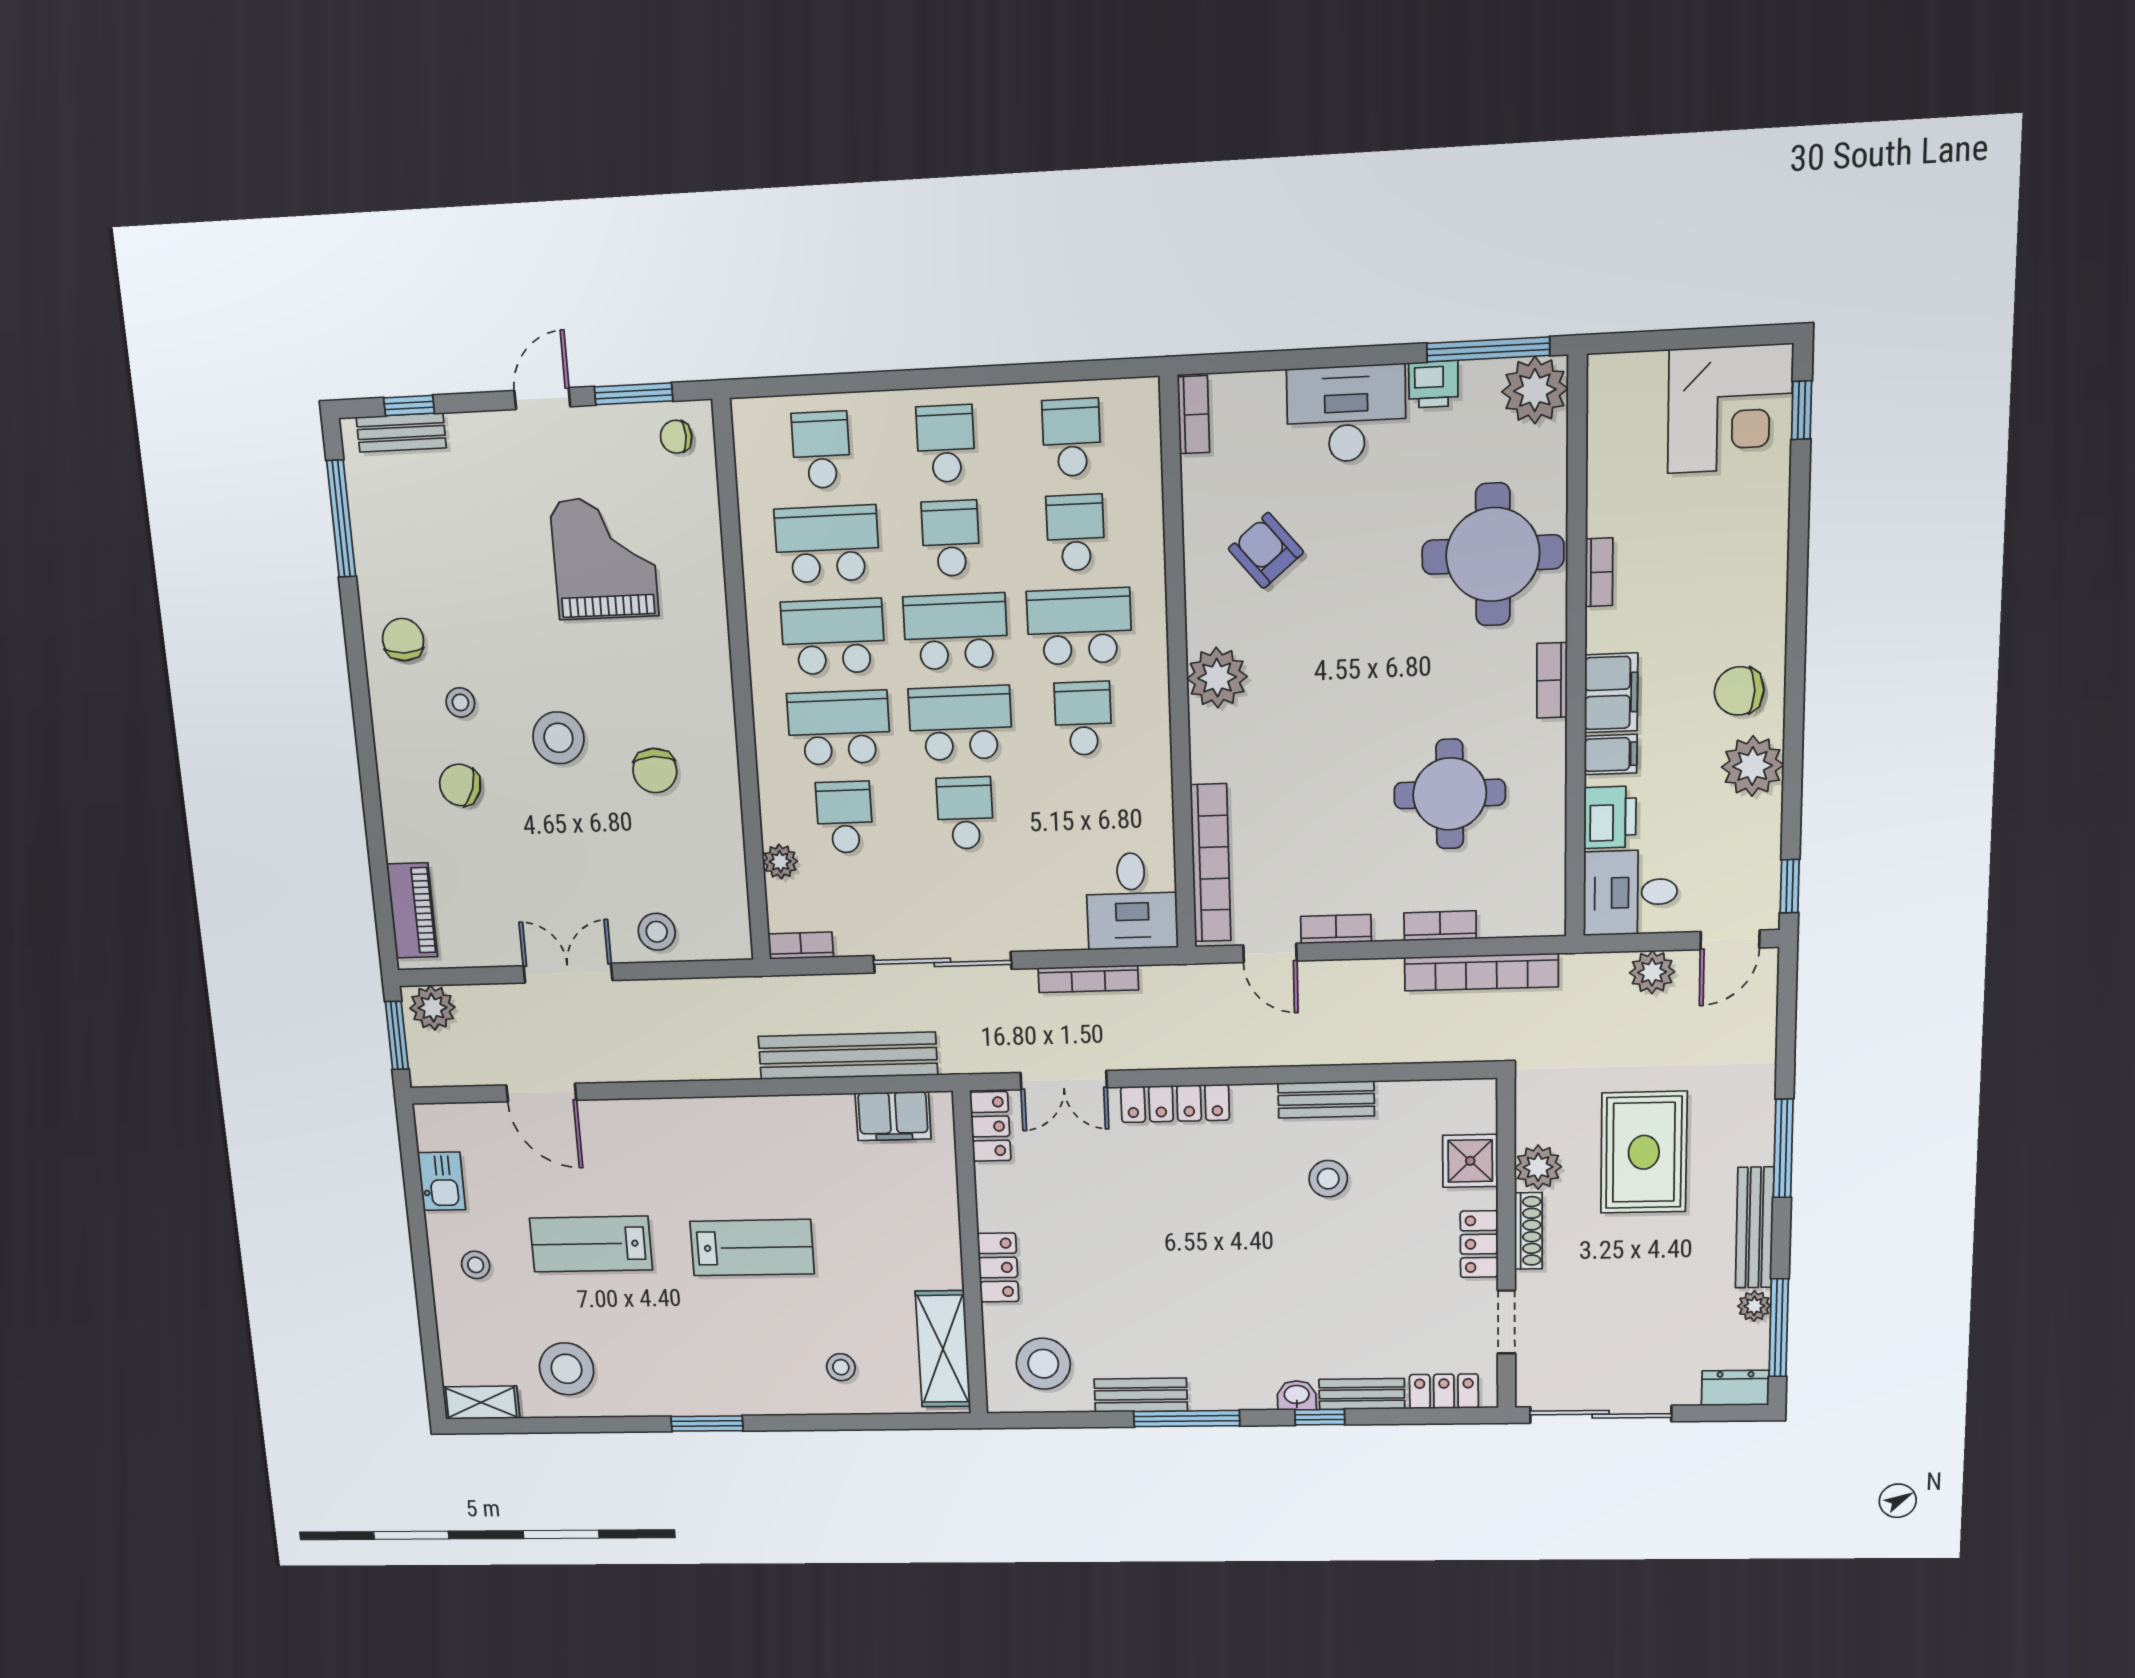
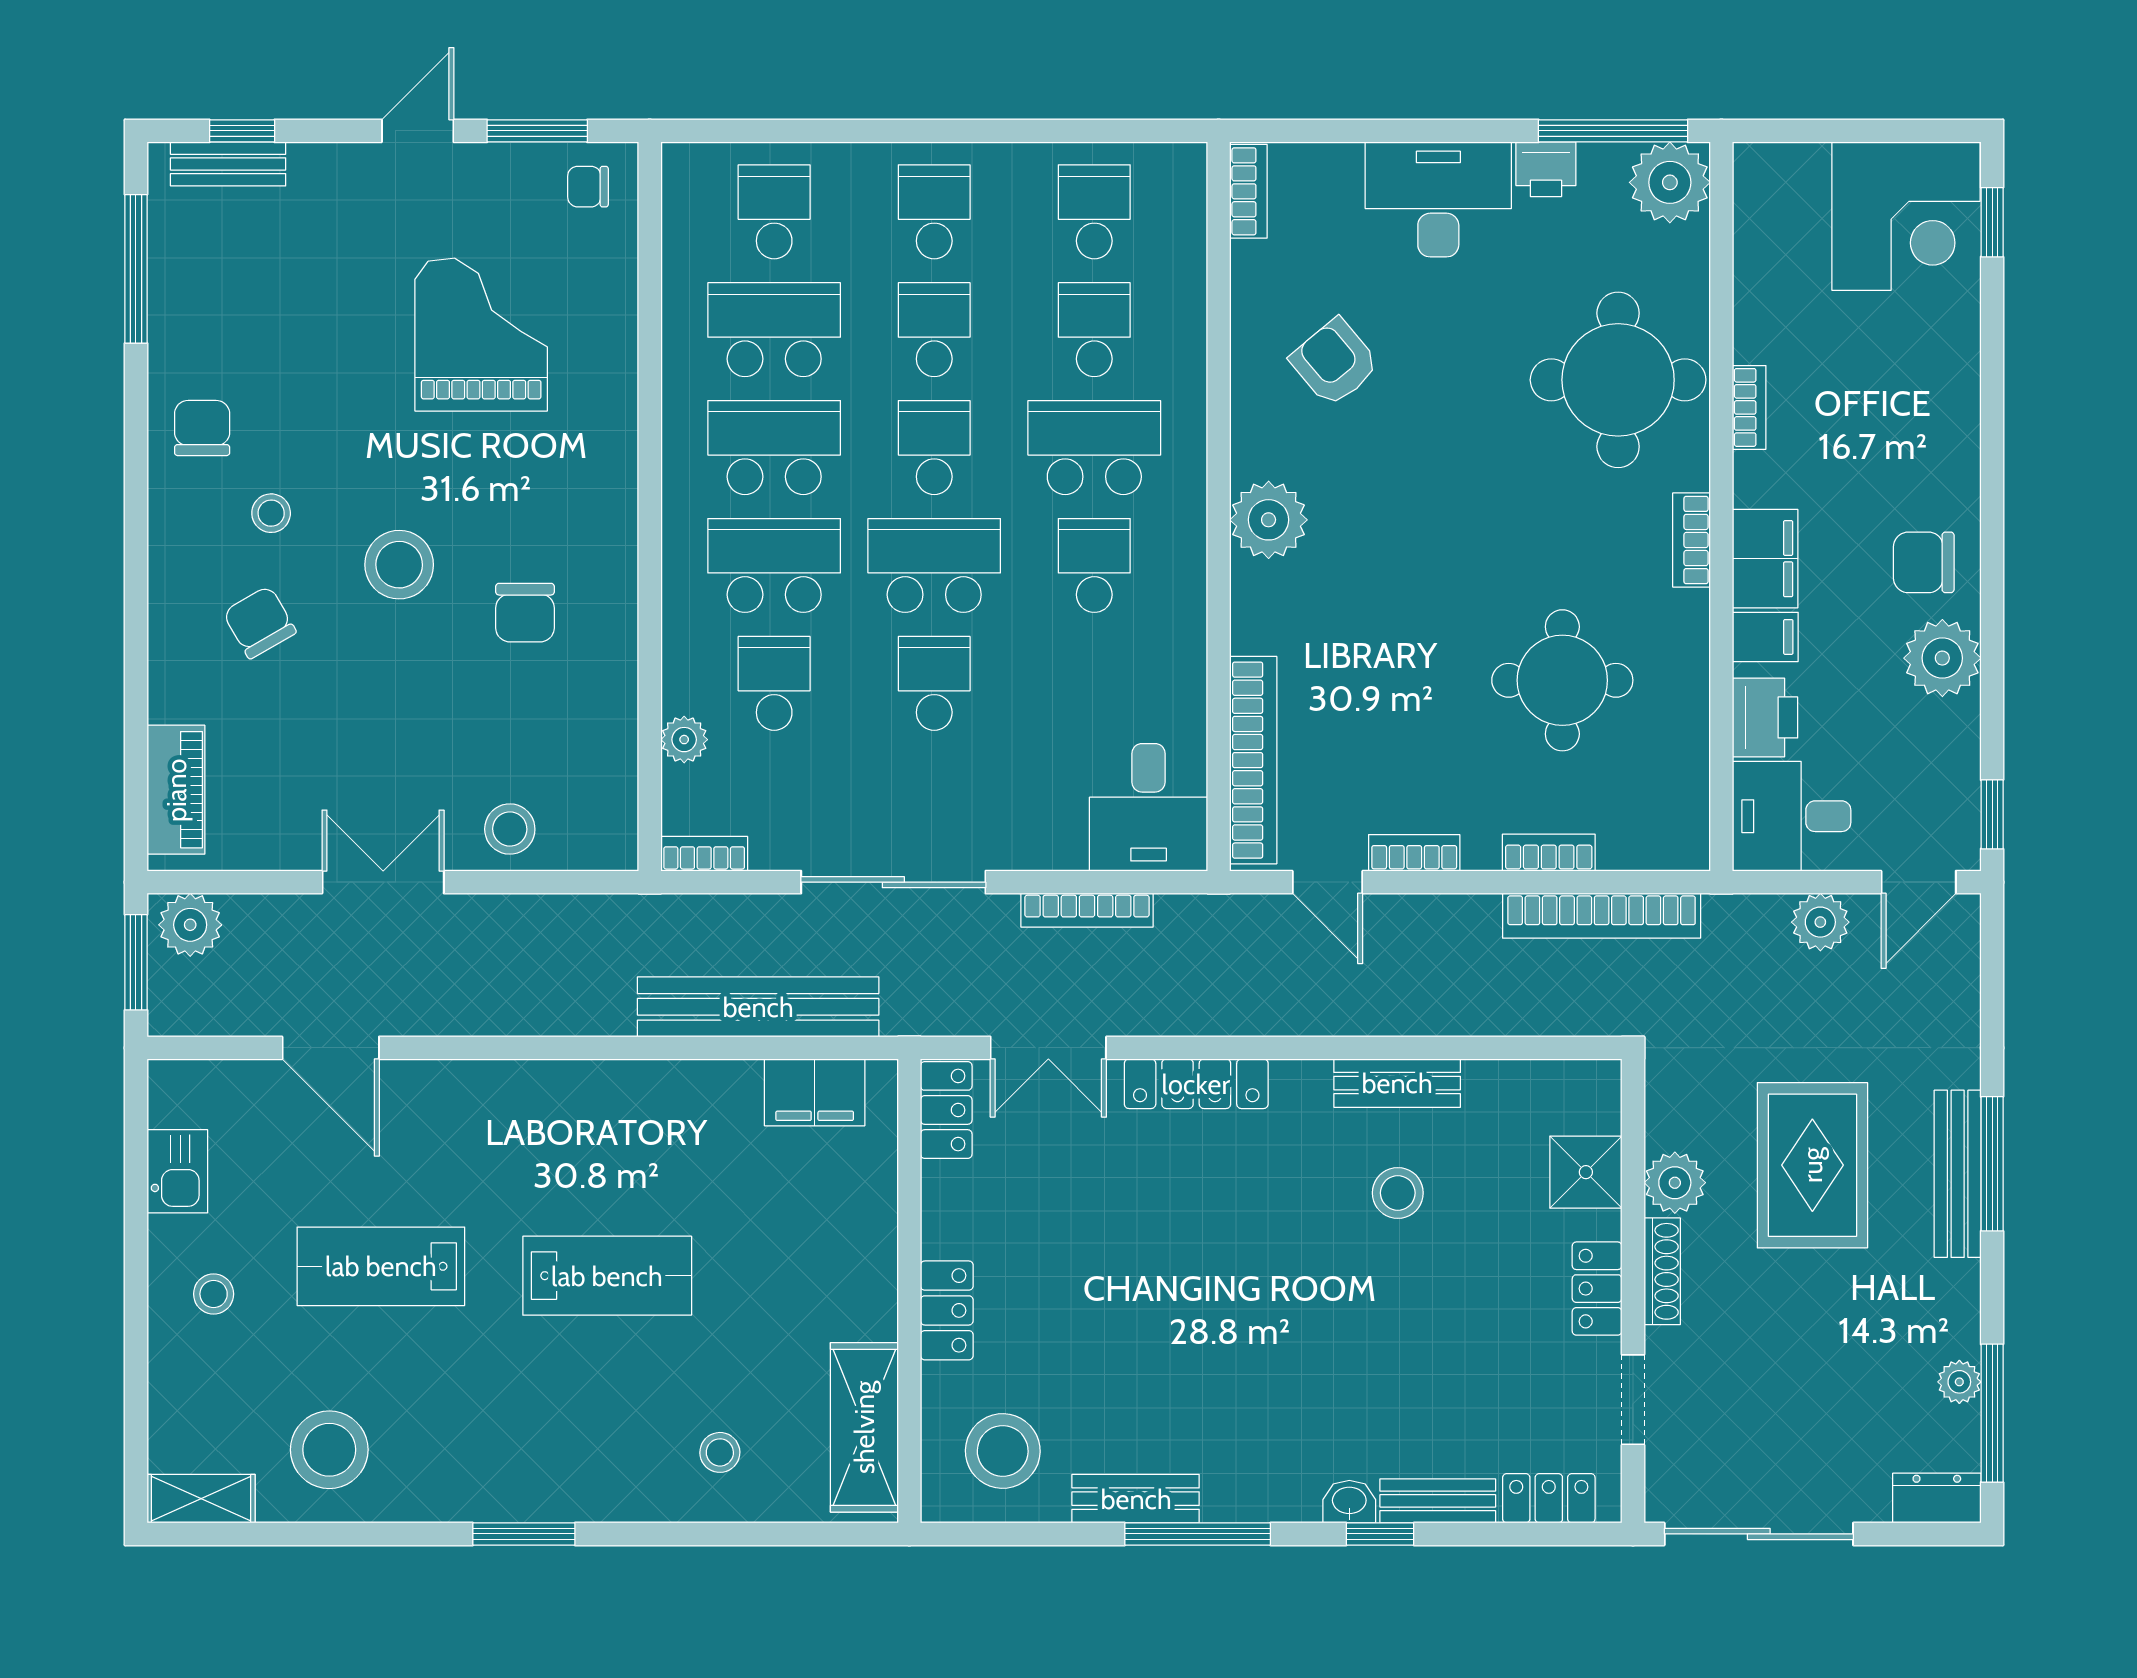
school desk: (956, 632) -> (934, 448), width x0.54
chair: (460, 785) -> (260, 622), turned 41
bench: (1755, 1228) -> (1958, 1174), moved

